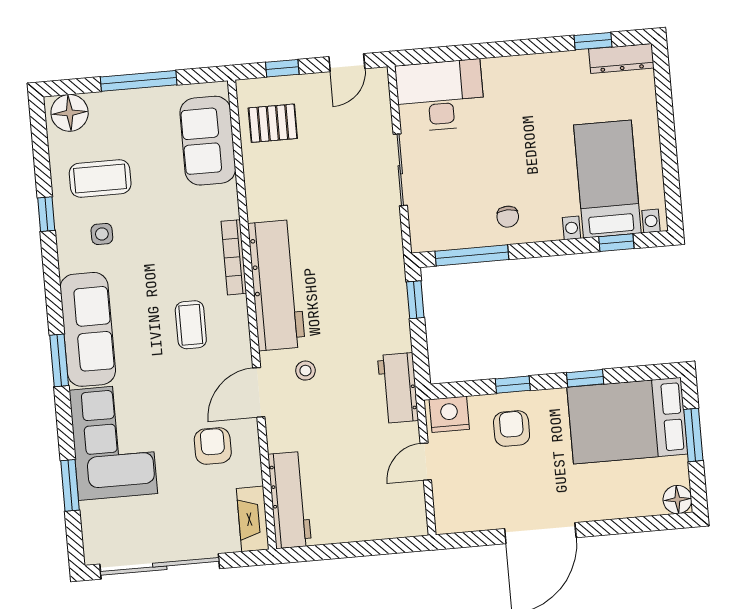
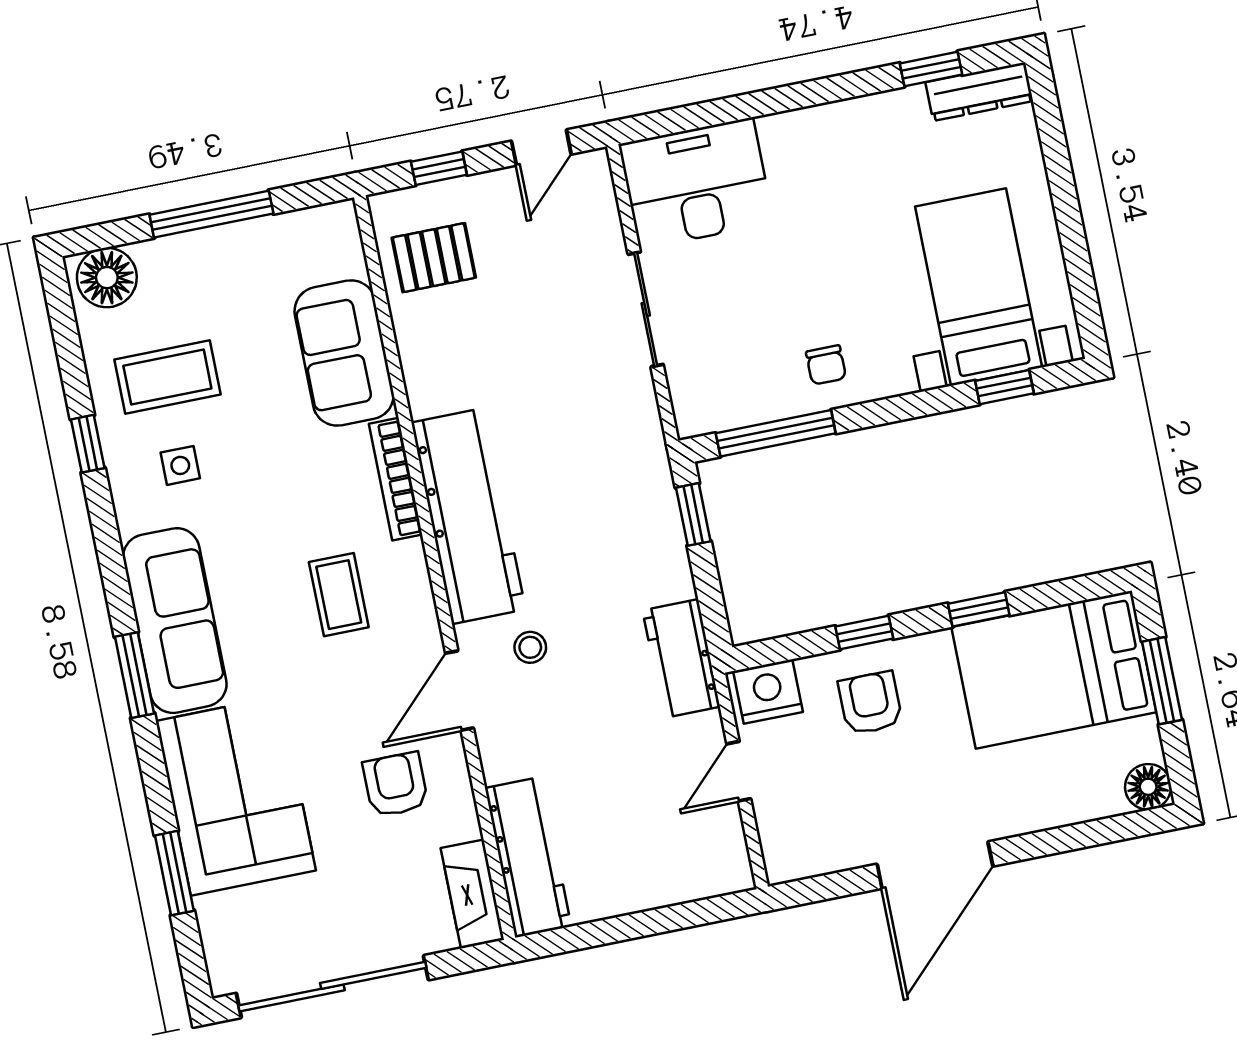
sofa: (208, 141) -> (344, 353), moved

